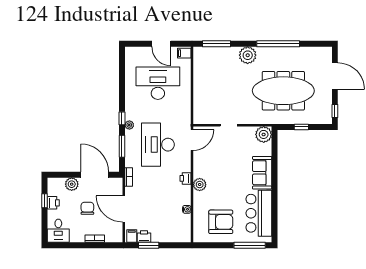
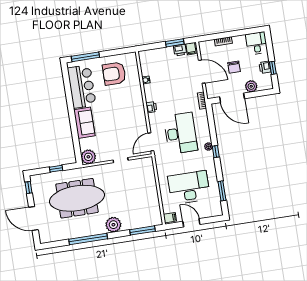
desk: (158, 83) -> (189, 187), turned 180
window: (122, 146) -> (222, 191), moved
plant: (200, 185) -> (138, 104), removed

